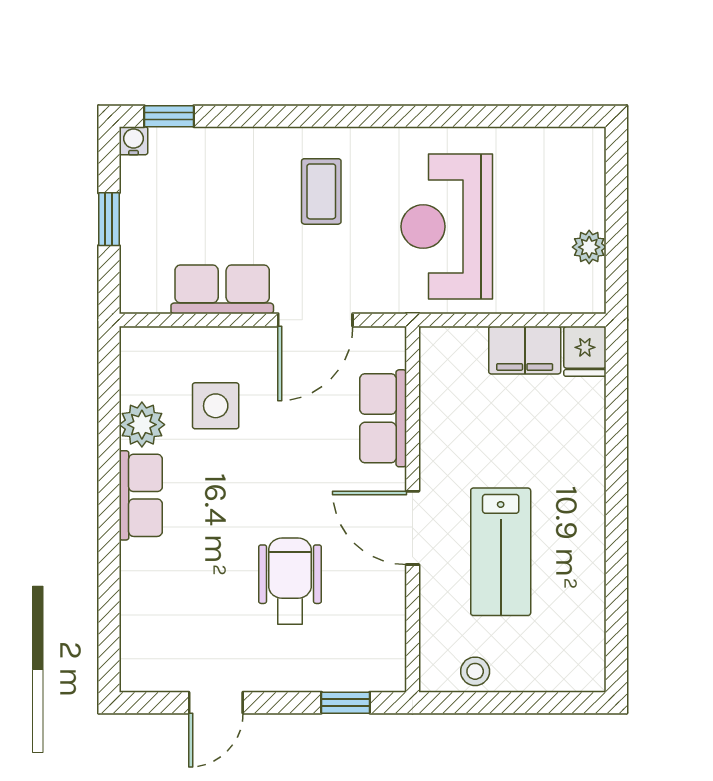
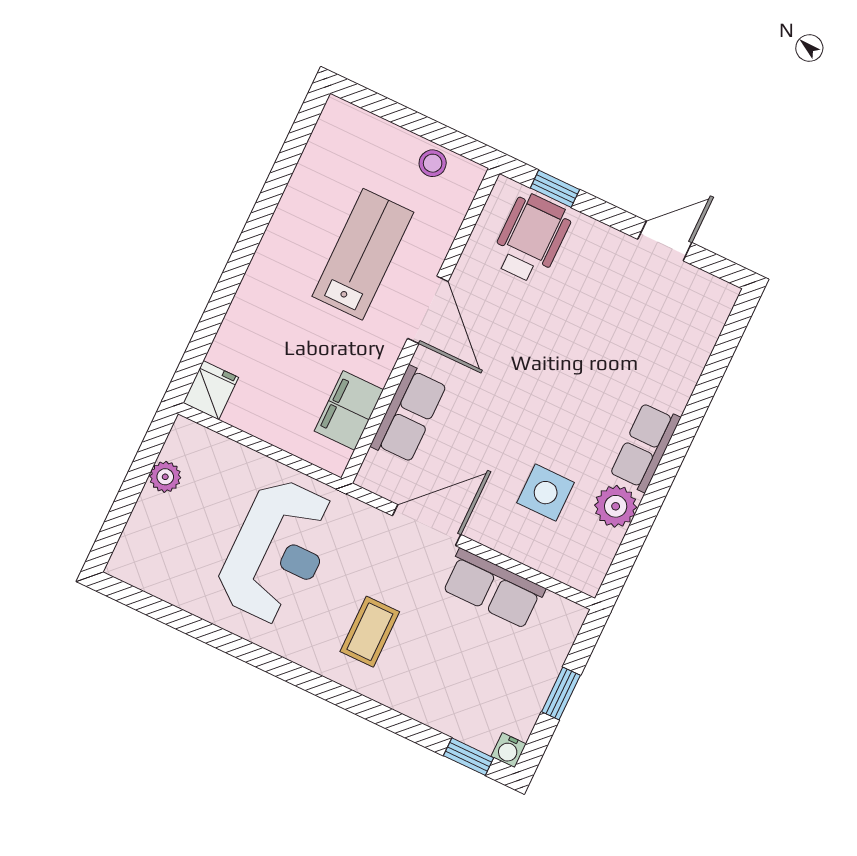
filing cabinet: (525, 350) -> (349, 410), moved, turned -90
wheelchair: (290, 581) -> (531, 238), moved, turned 180

